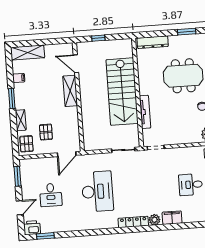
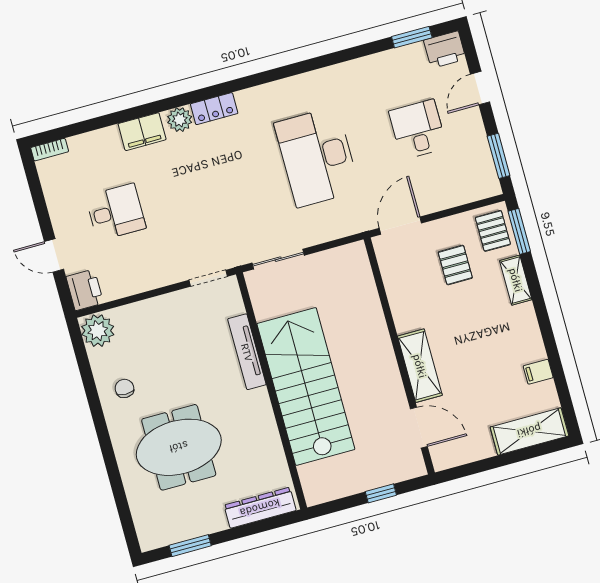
window: (12, 99) -> (519, 231), moved
locker: (133, 222) -> (214, 109), width x0.66

